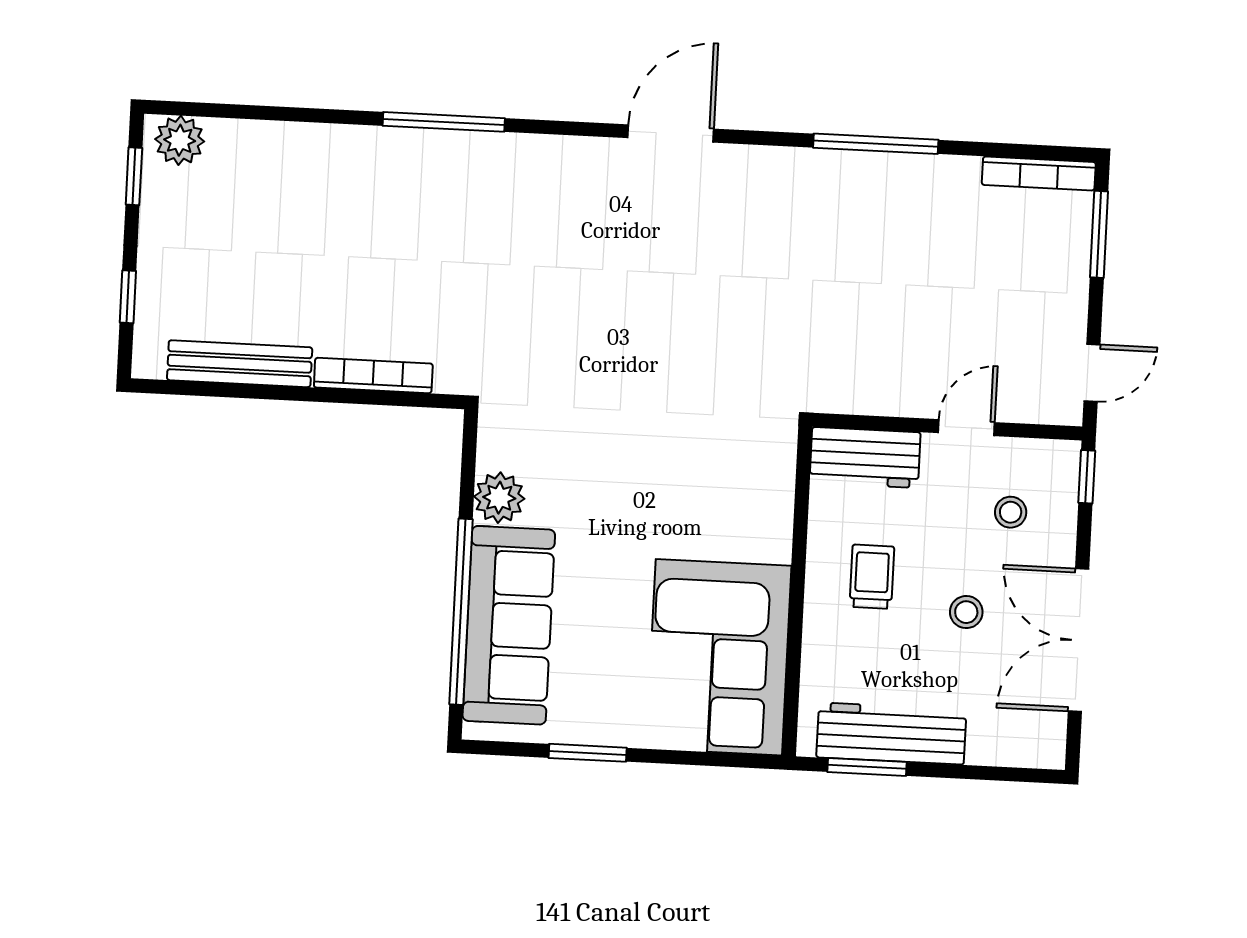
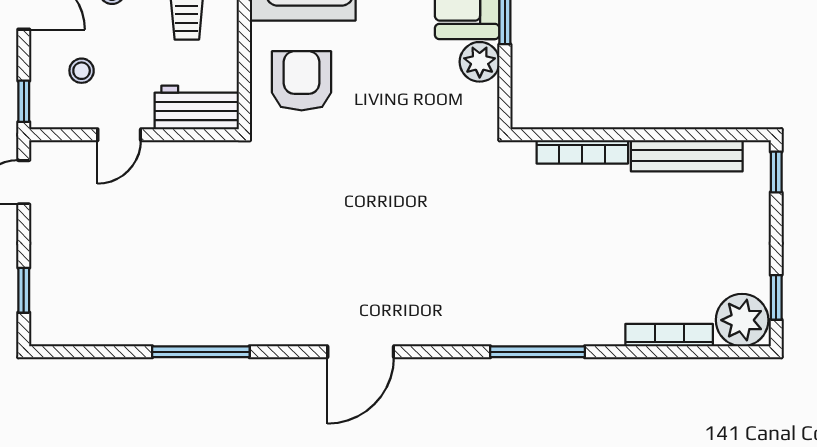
plant: (180, 140) -> (742, 320), width x1.36, depth x1.36
bookcase: (1039, 173) -> (669, 335), moved
window: (1099, 234) -> (24, 290), width x0.67
window: (128, 297) -> (776, 172), moved
armchair: (729, 485) -> (302, 81), added

